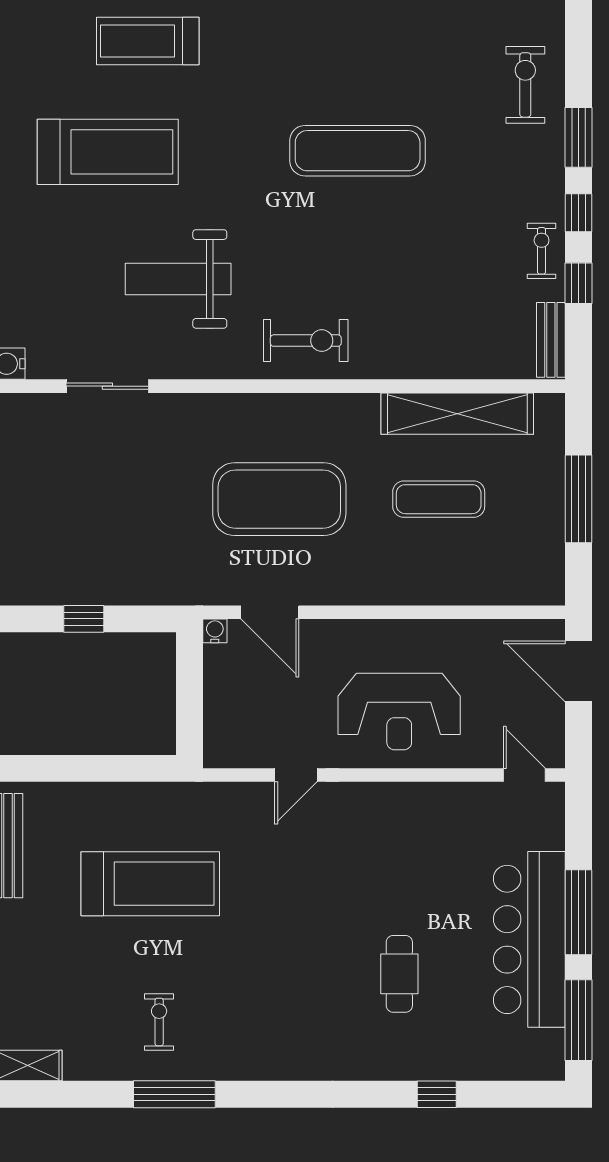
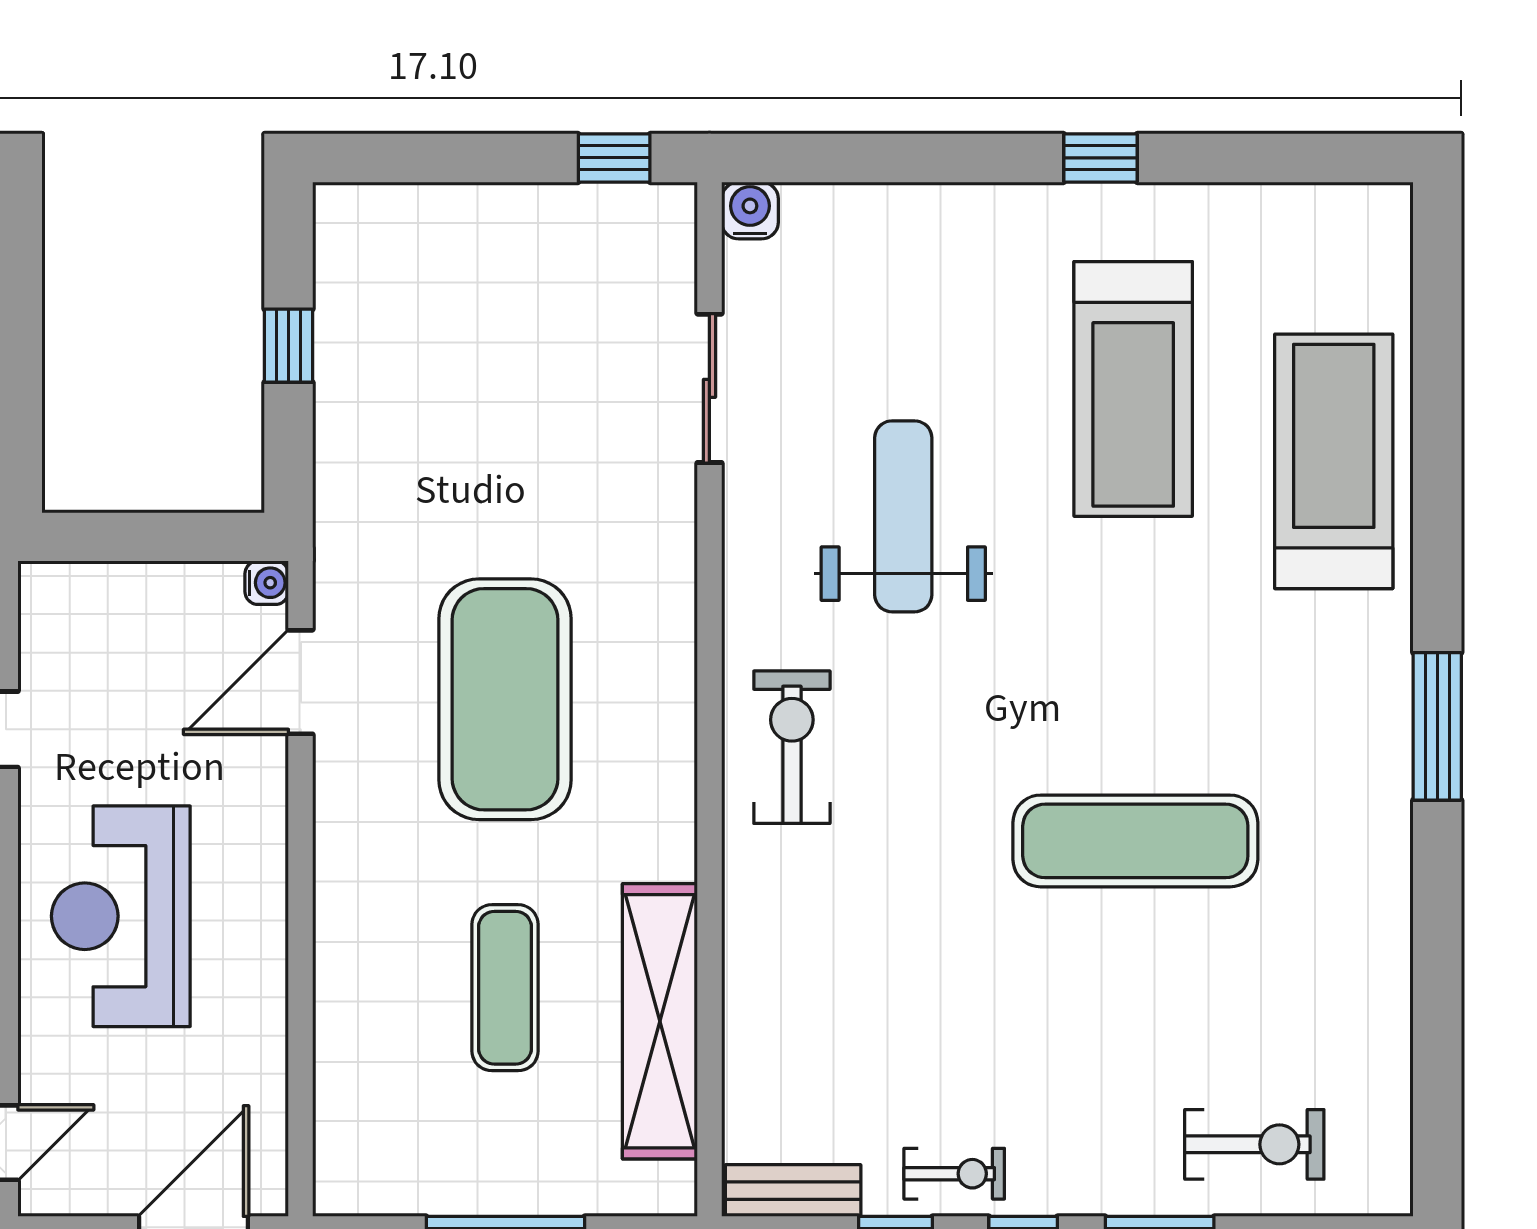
treadmill: (148, 41) -> (1334, 461), width x1.37, depth x1.37
exercise mat: (358, 151) -> (1135, 841), turned 90
exercise bike: (306, 341) -> (792, 747), turned 180

